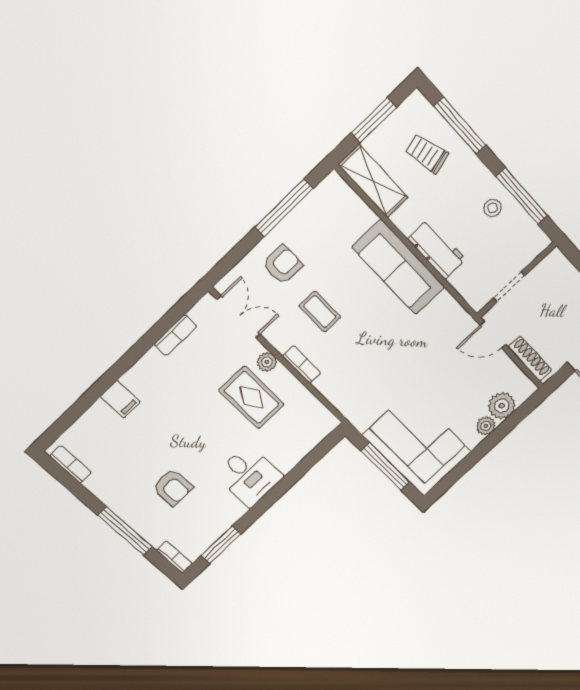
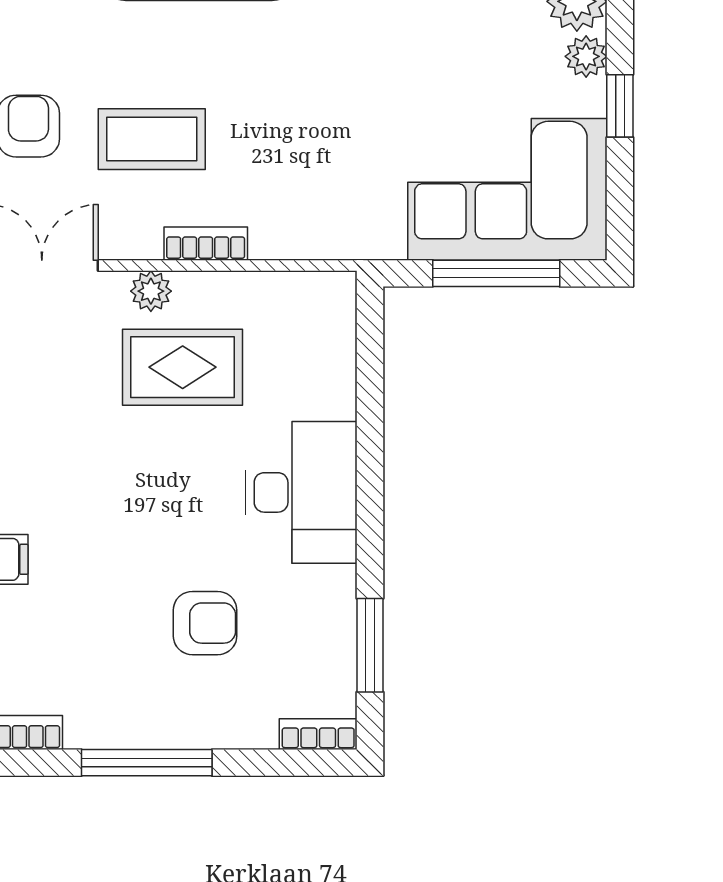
coffee table: (320, 312) -> (152, 139), width x1.36, depth x1.30
window: (479, 452) -> (620, 106), added
desk: (249, 476) -> (301, 492), width x1.37
window: (125, 531) -> (147, 763), moved

